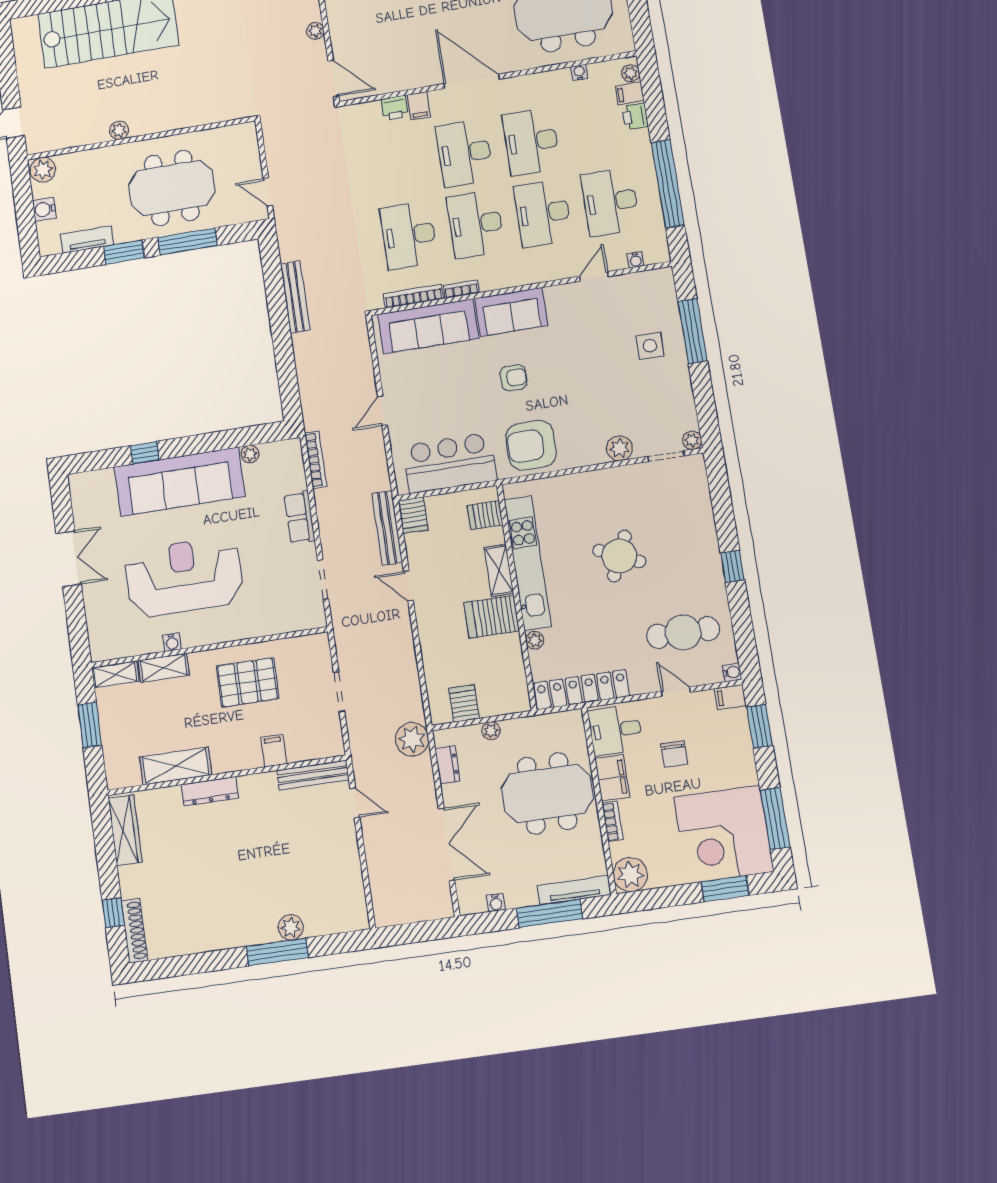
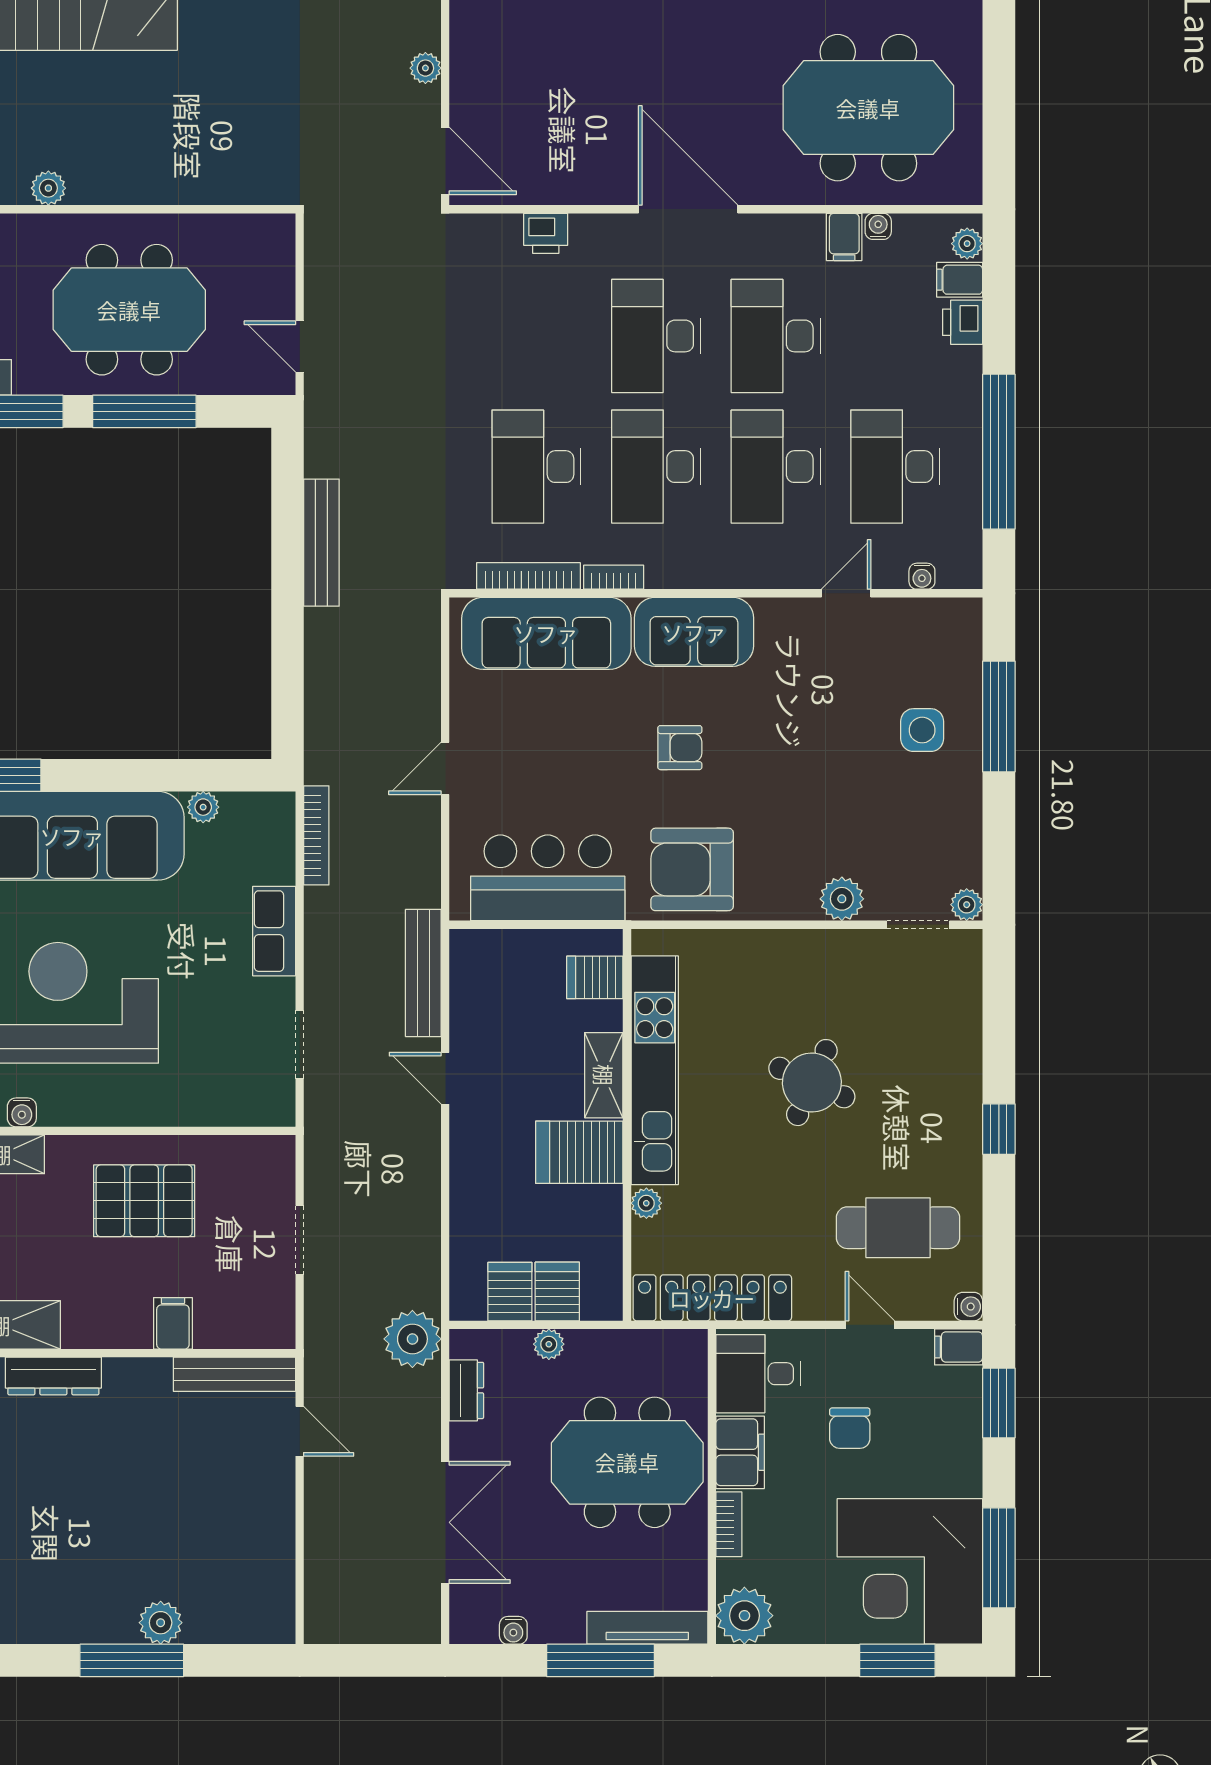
filing cabinet: (419, 106) -> (844, 237), moved
server rack: (413, 515) -> (557, 1291), moved, turned 180

